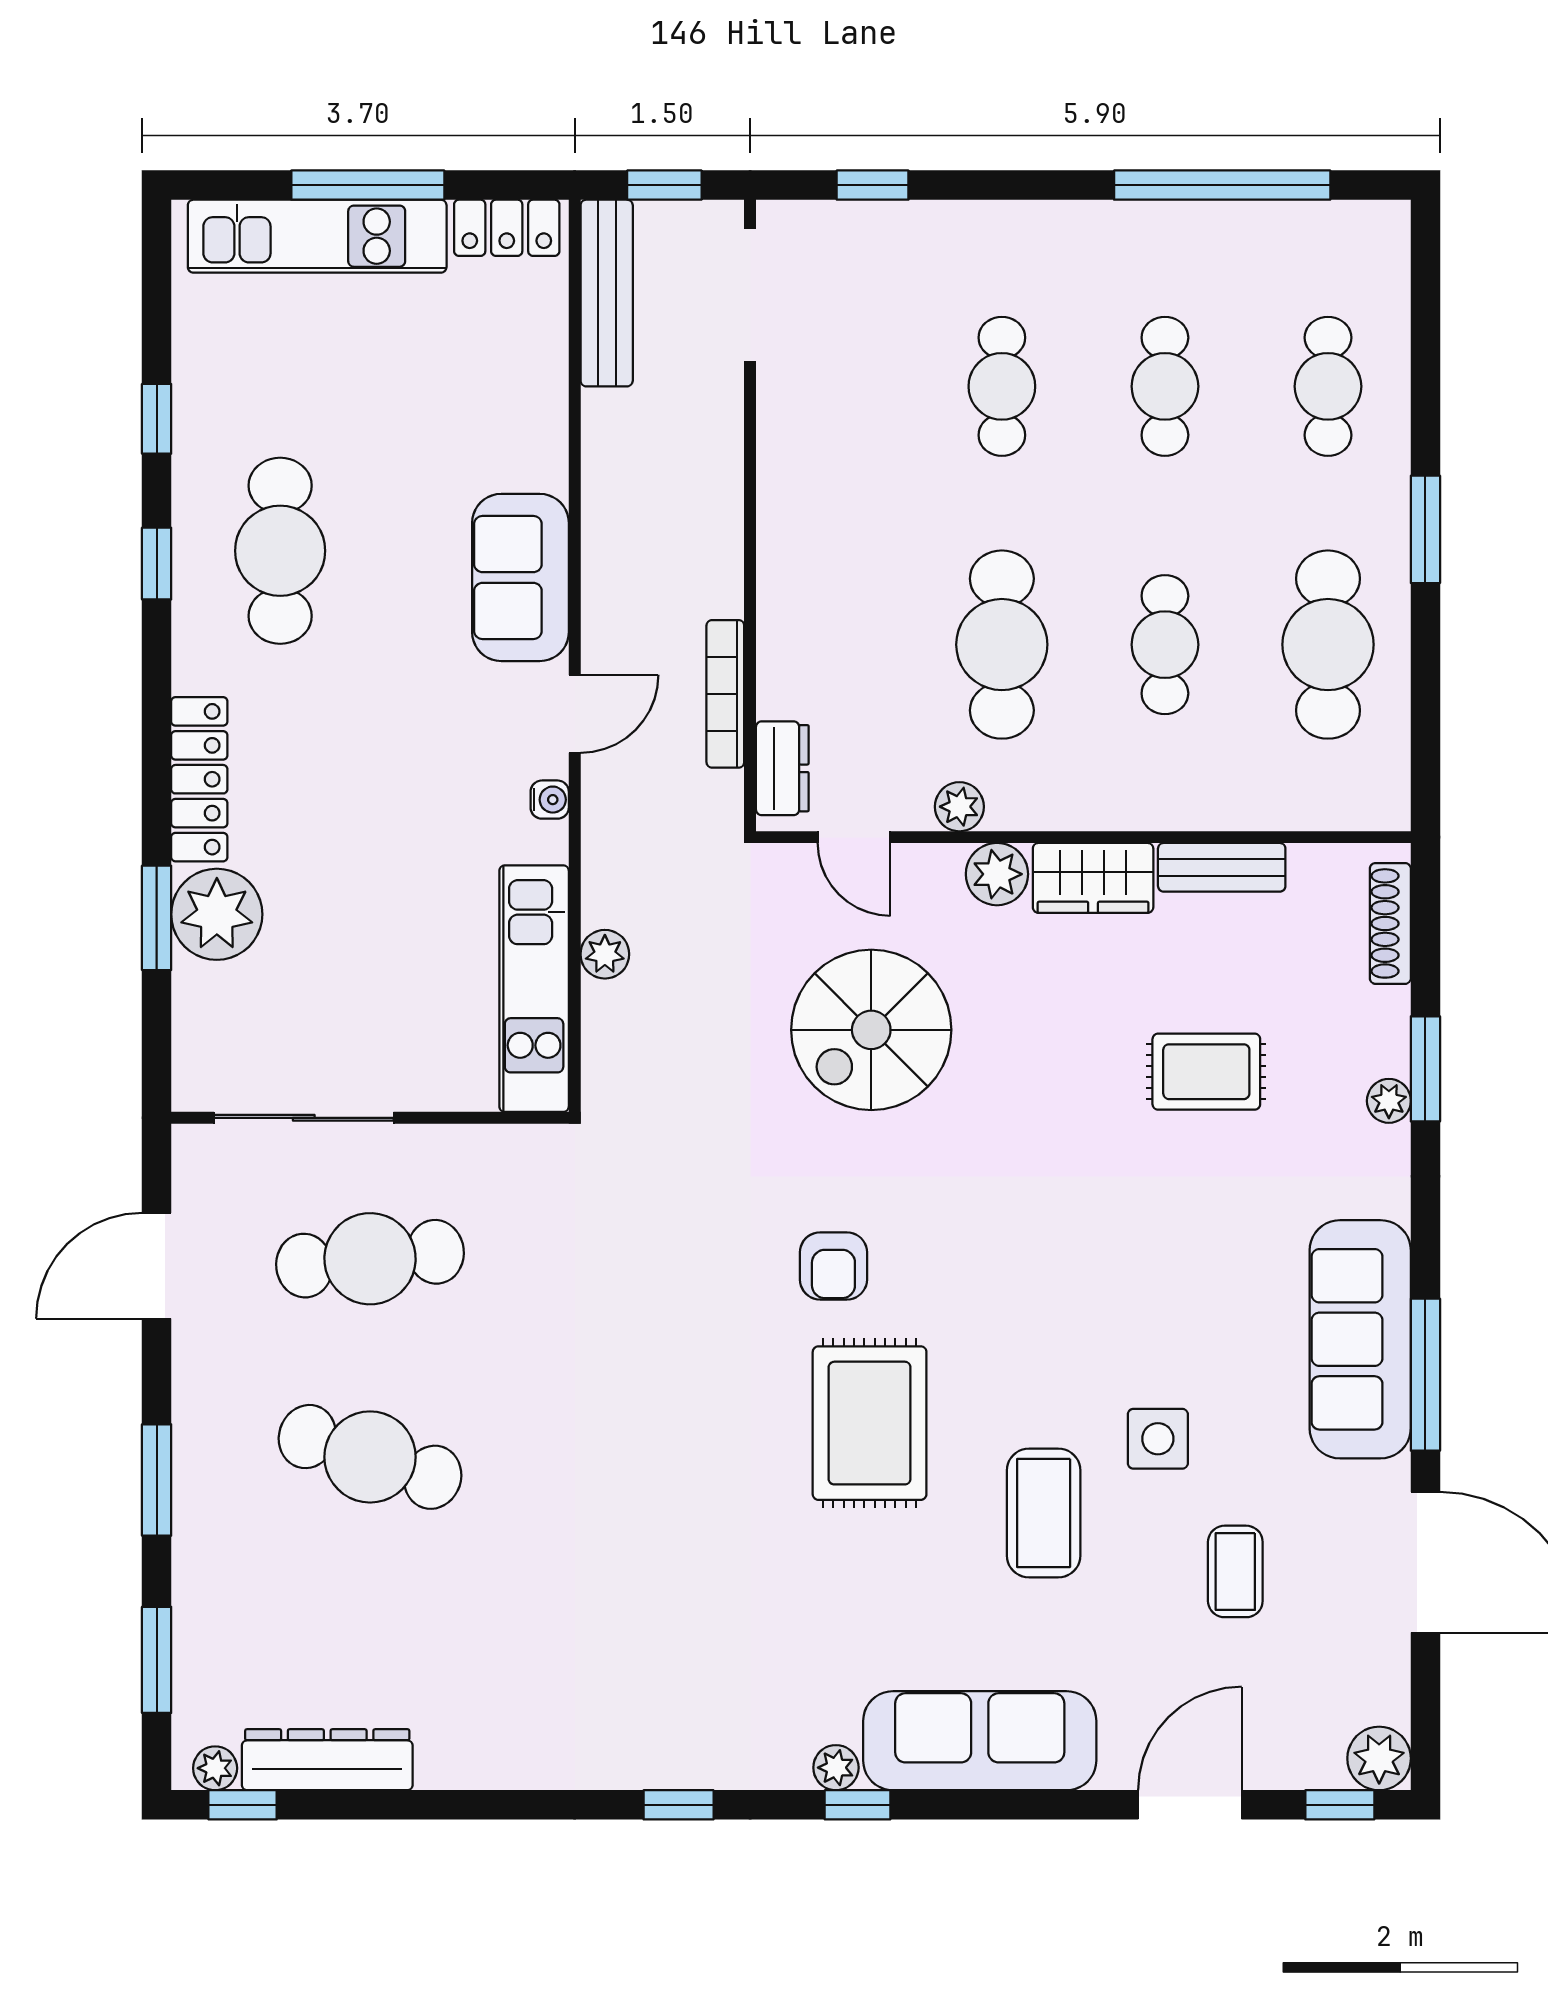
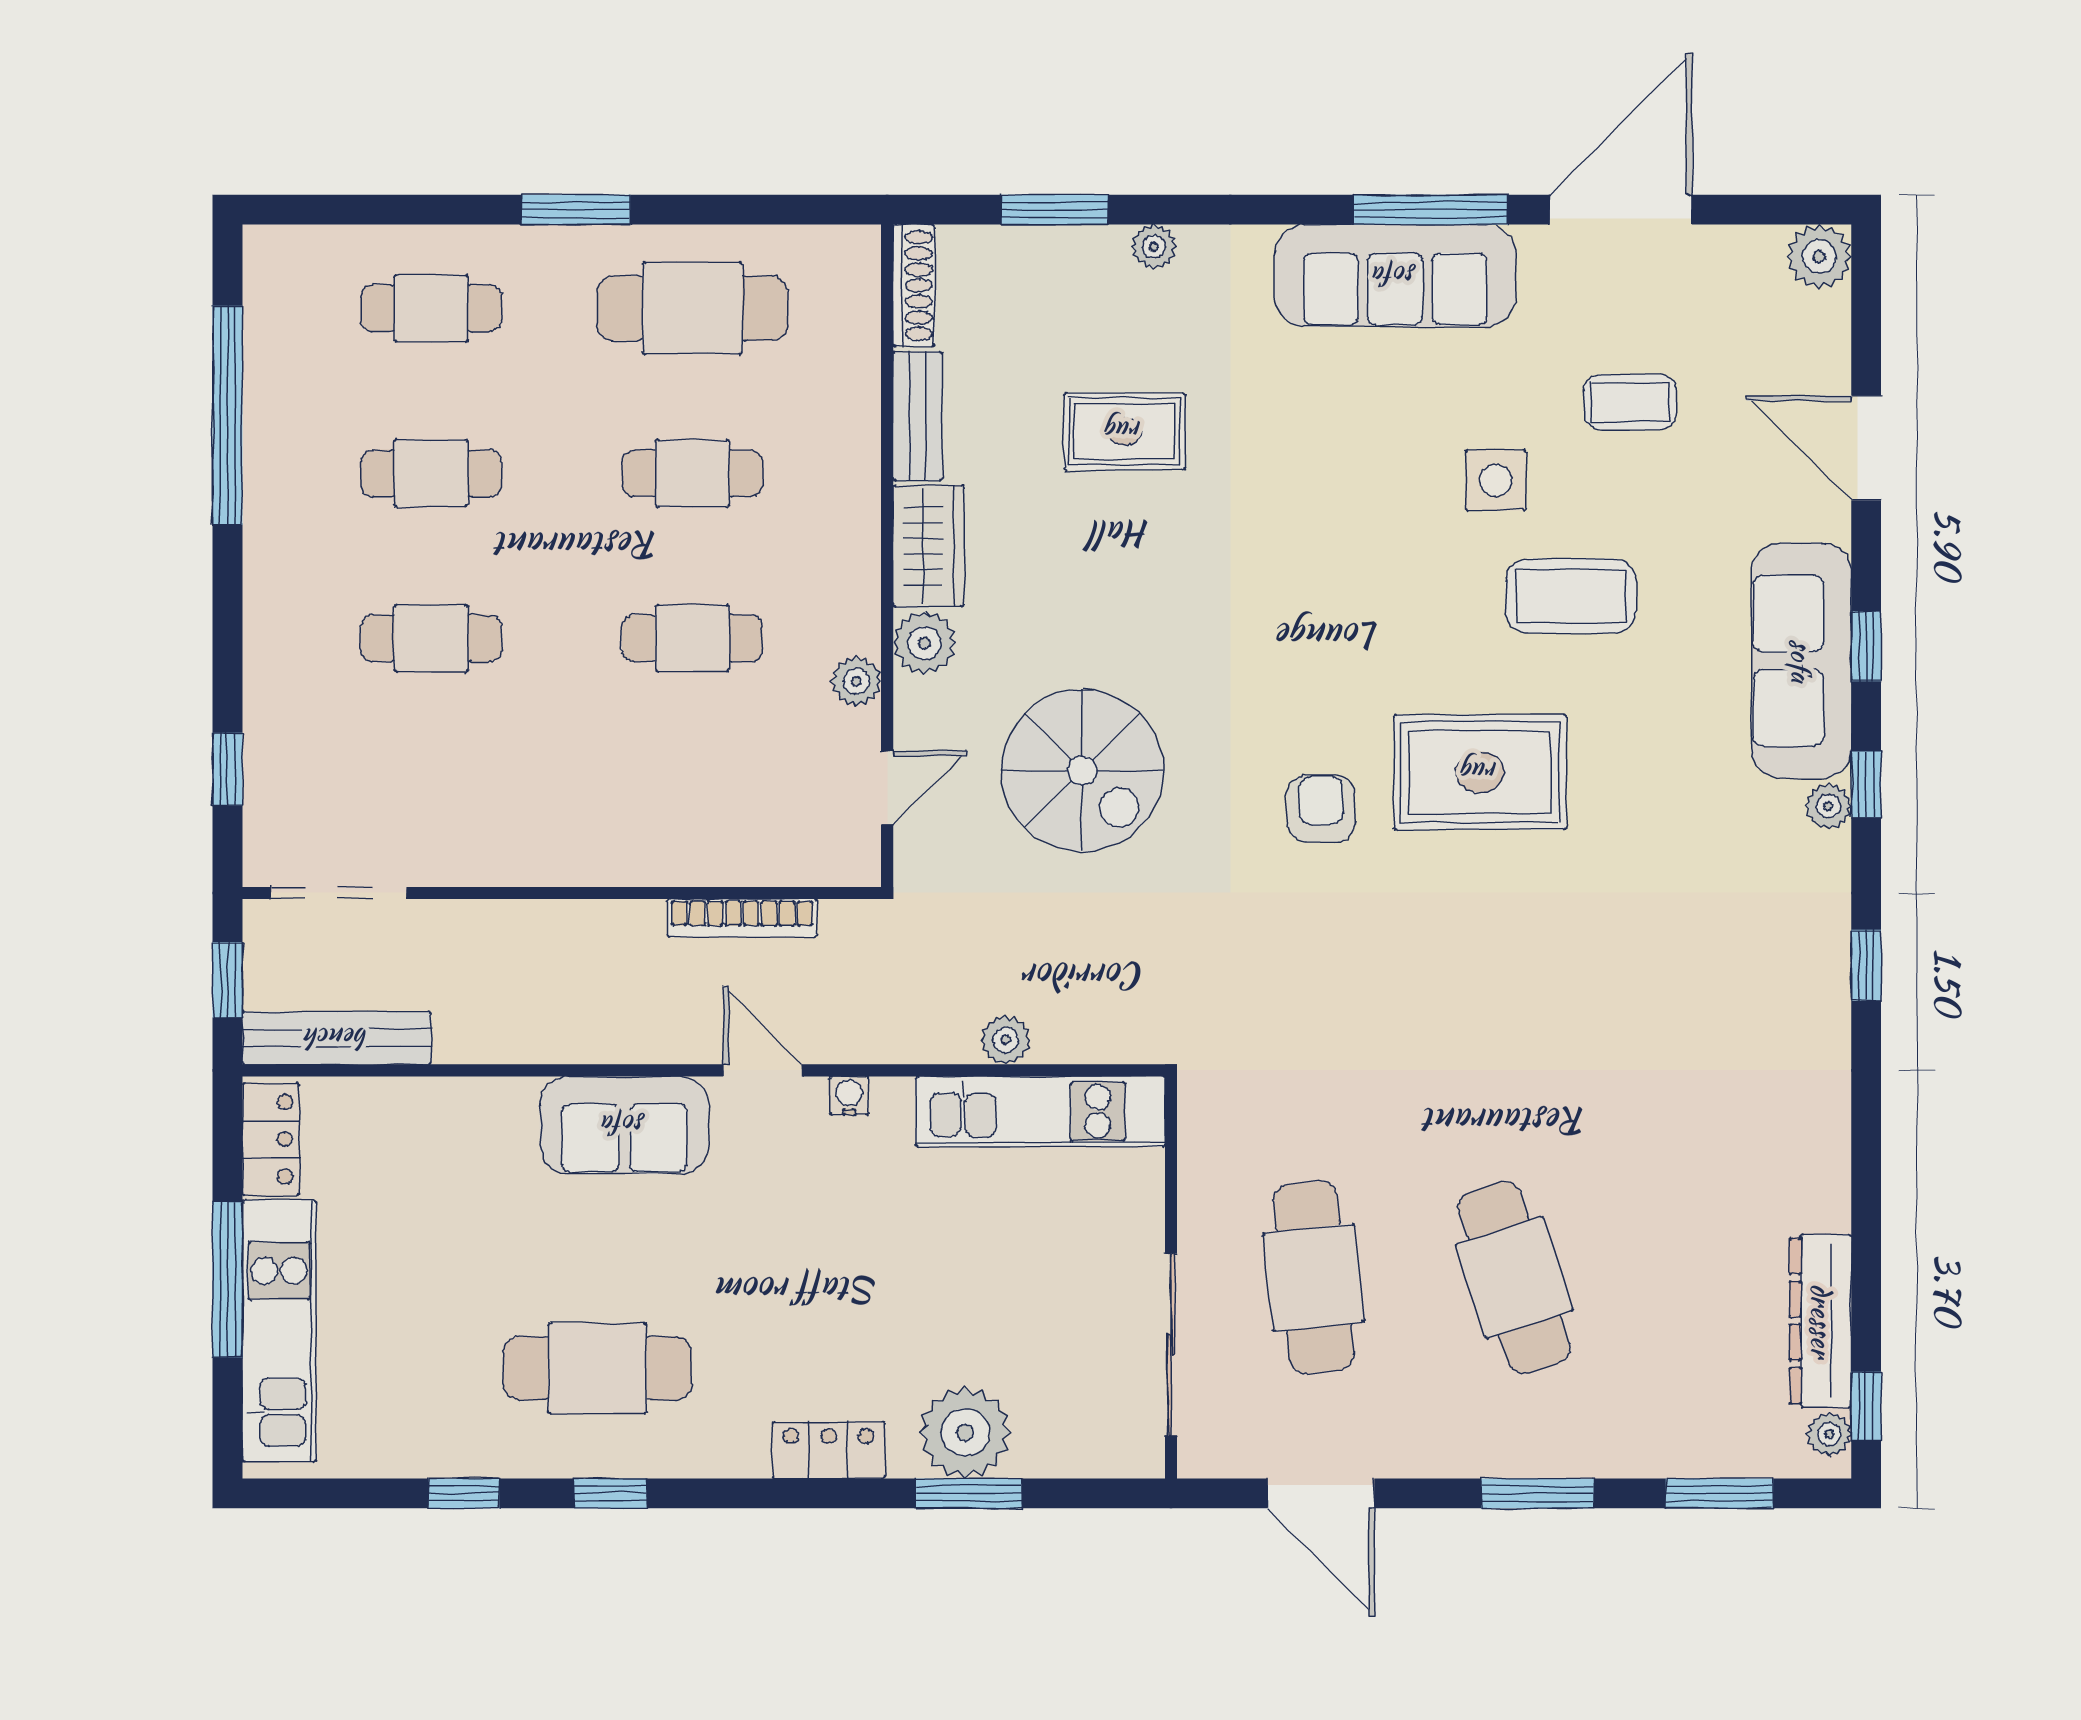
cafe table: (1002, 645) -> (692, 638), width x0.73, depth x0.74
dresser: (782, 768) -> (817, 860), removed
locker: (199, 779) -> (829, 1450), width x0.66
shoe rack: (1390, 923) -> (914, 286), moved, turned -90
window: (1425, 1069) -> (1055, 210), moved
rug: (1206, 1072) -> (1124, 431), turned 90
armchair: (833, 1266) -> (1321, 809), turned -90
cafe table: (370, 1457) -> (1514, 1277), turned -36
window: (1340, 1805) -> (1866, 646), moved

